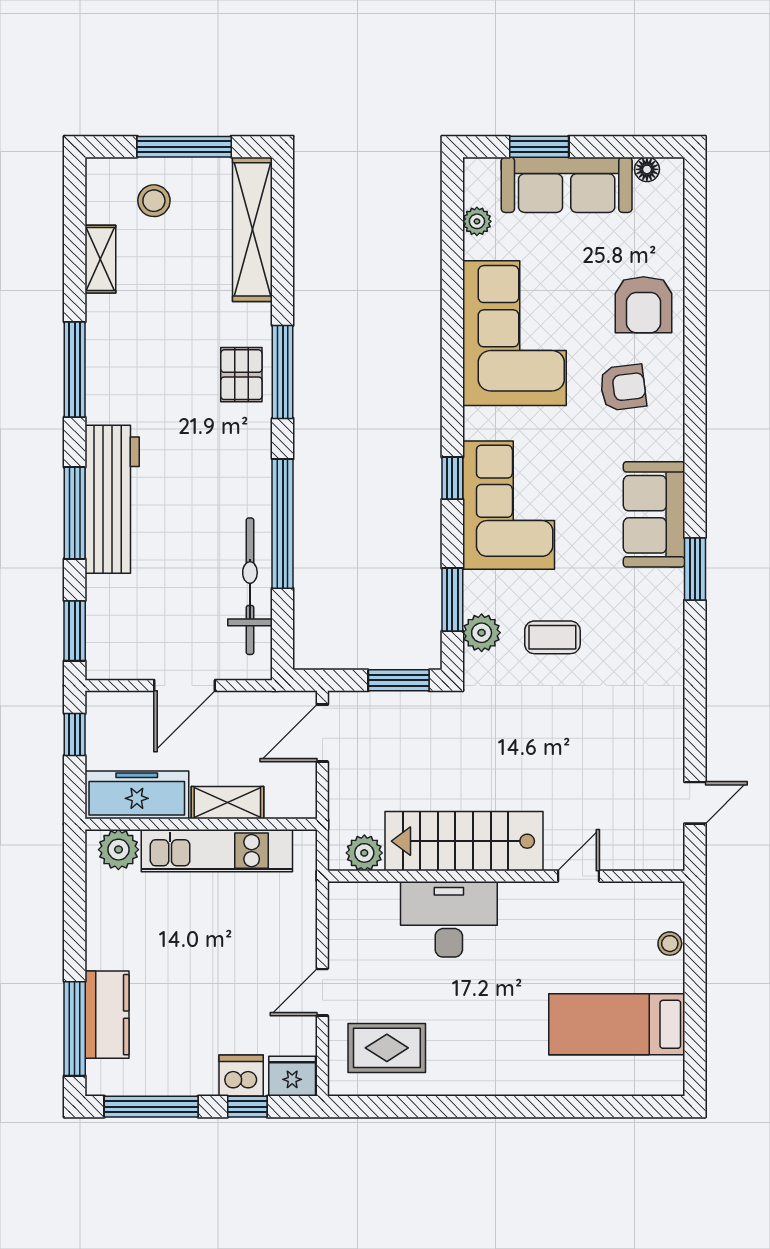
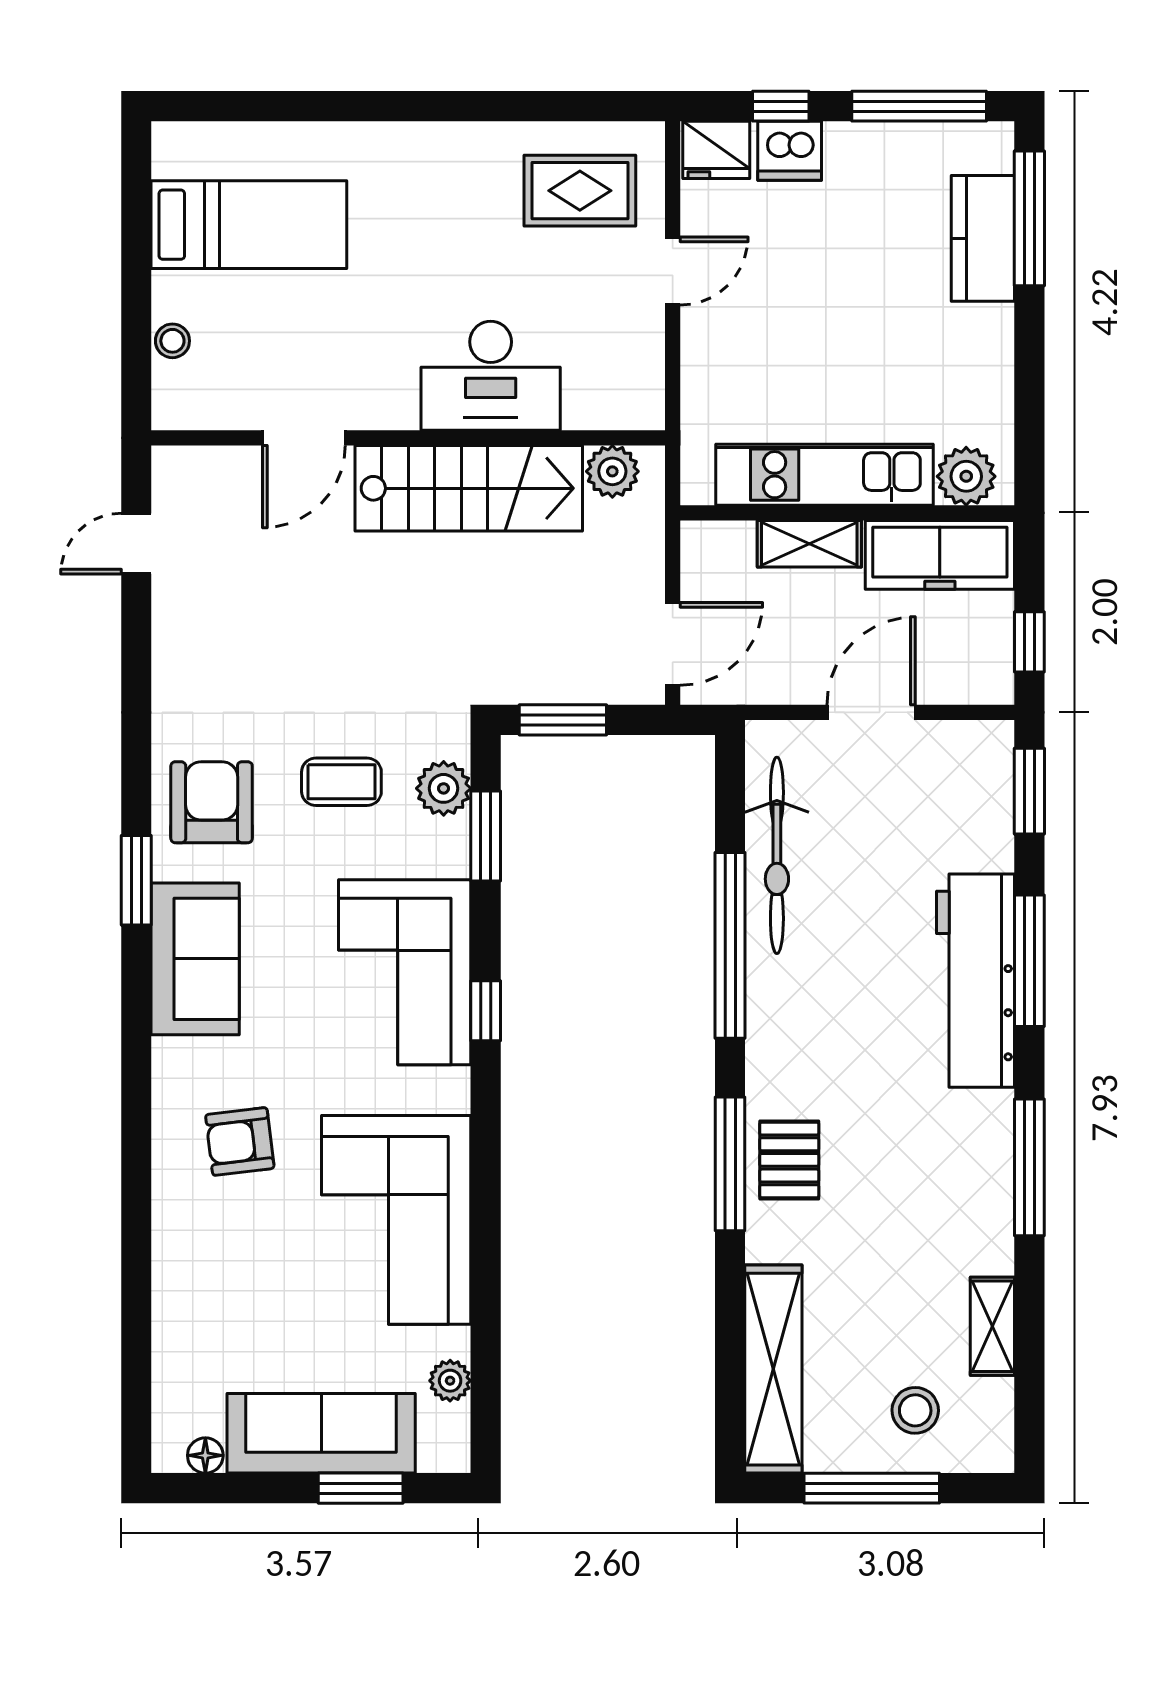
armchair: (644, 305) -> (212, 802), moved
door: (579, 876) -> (304, 438), width x1.38

